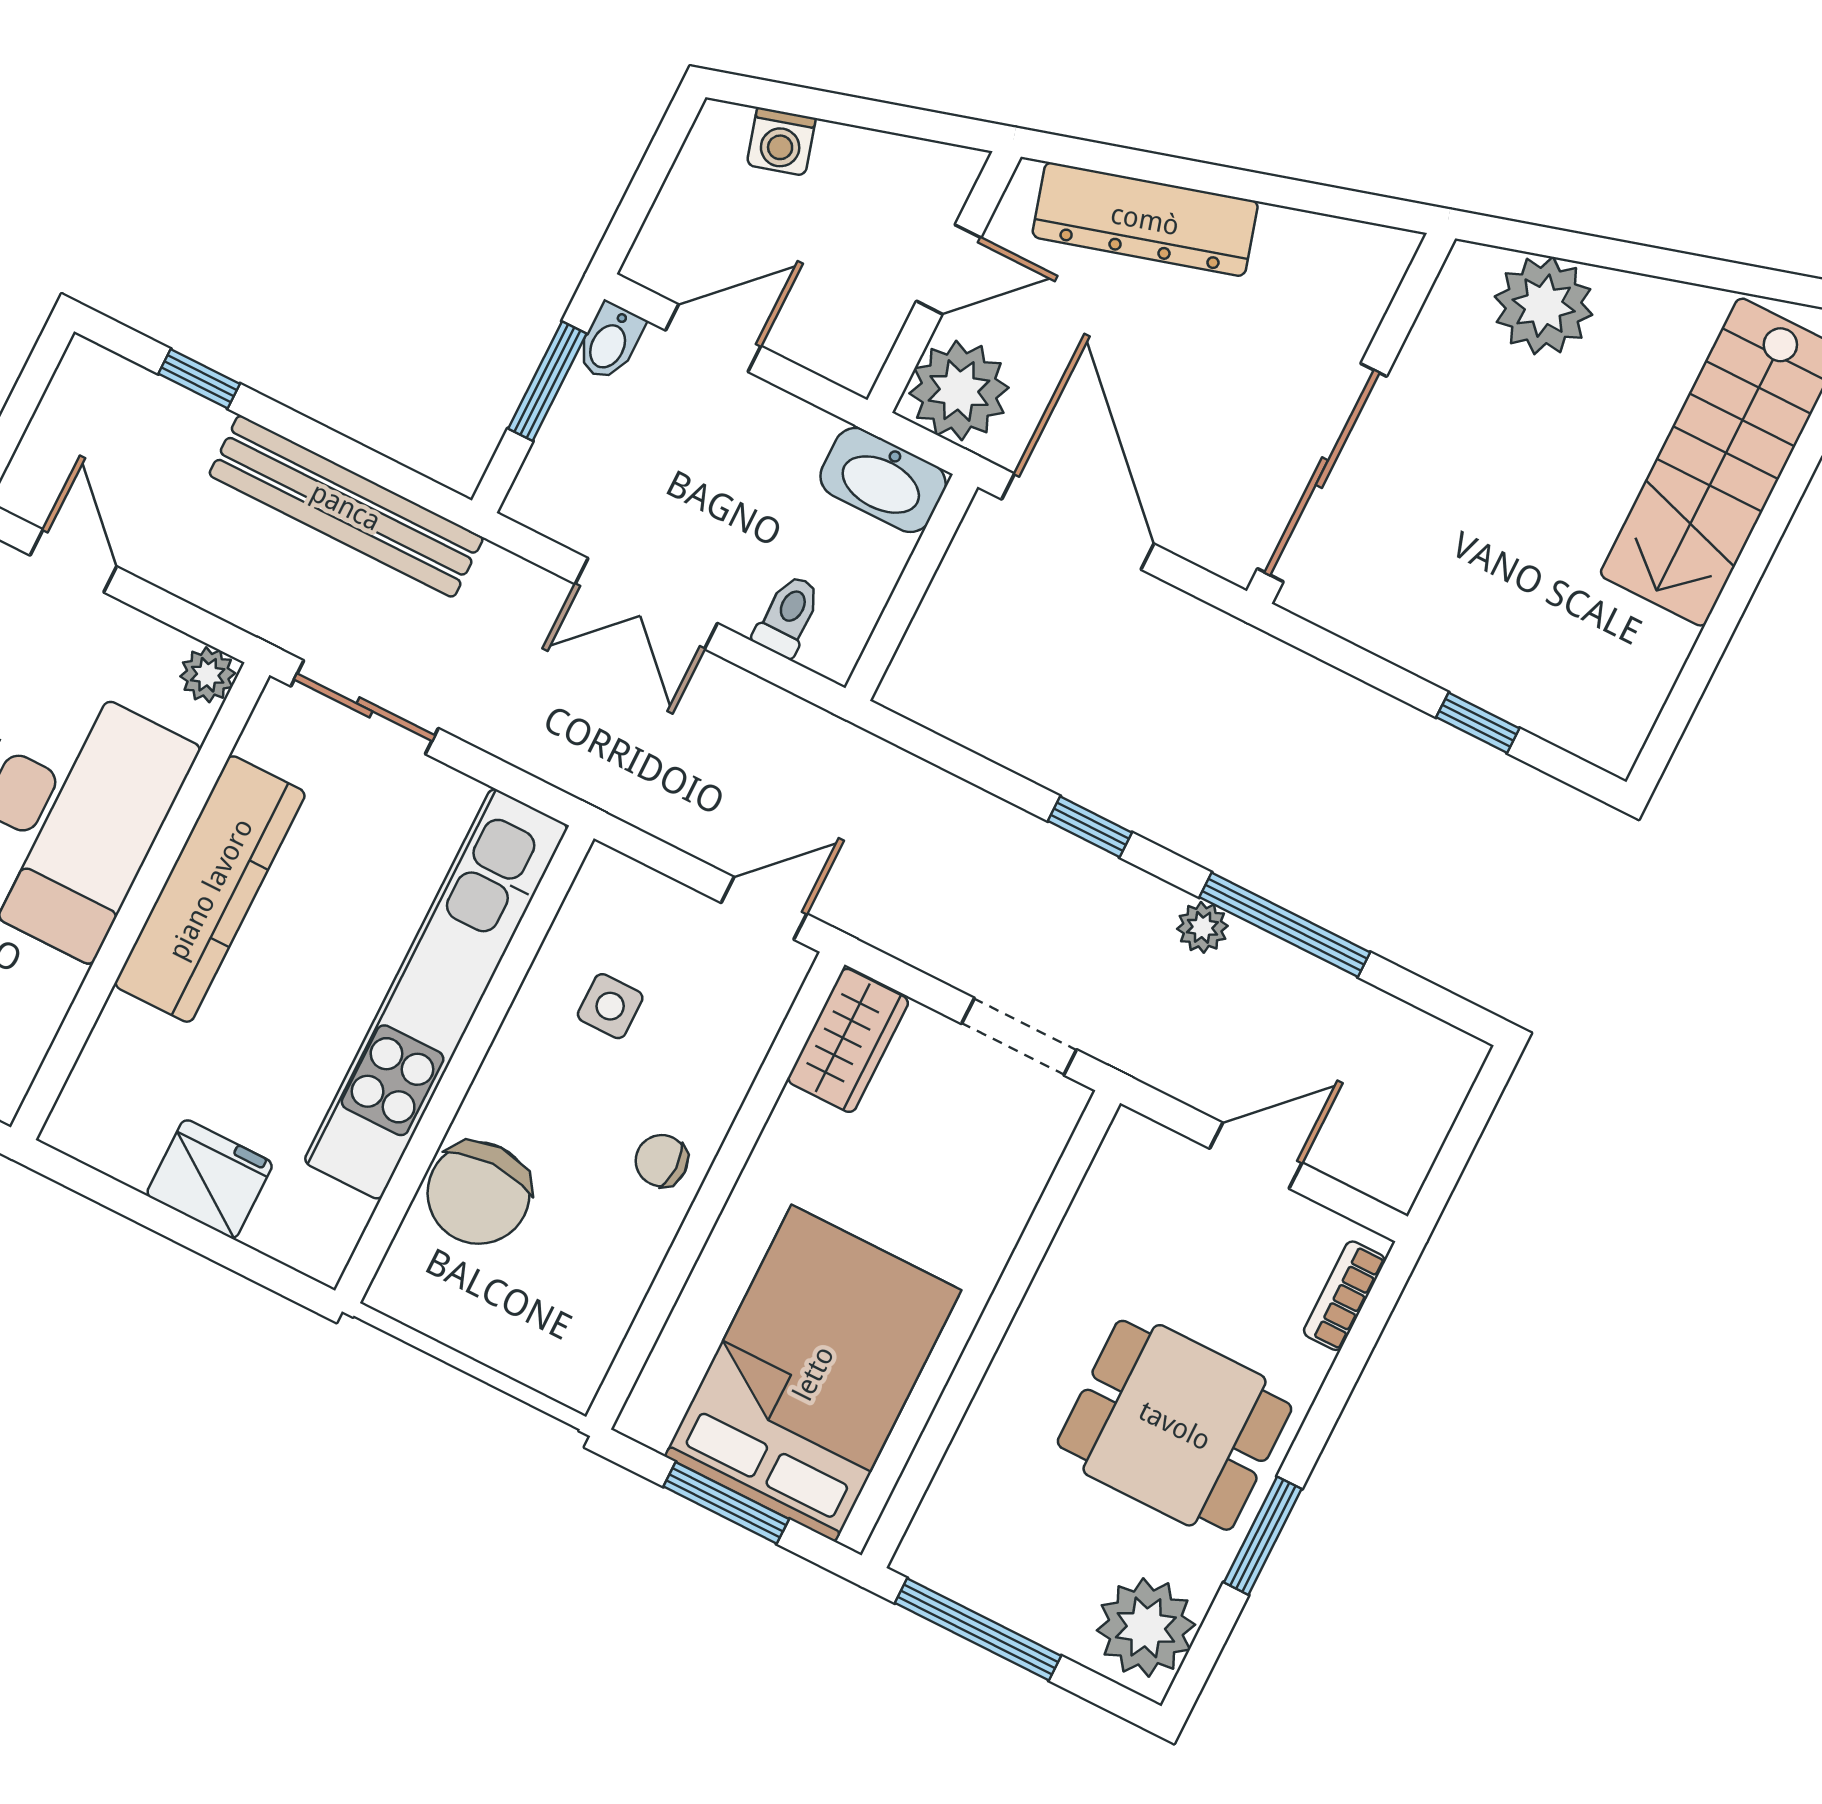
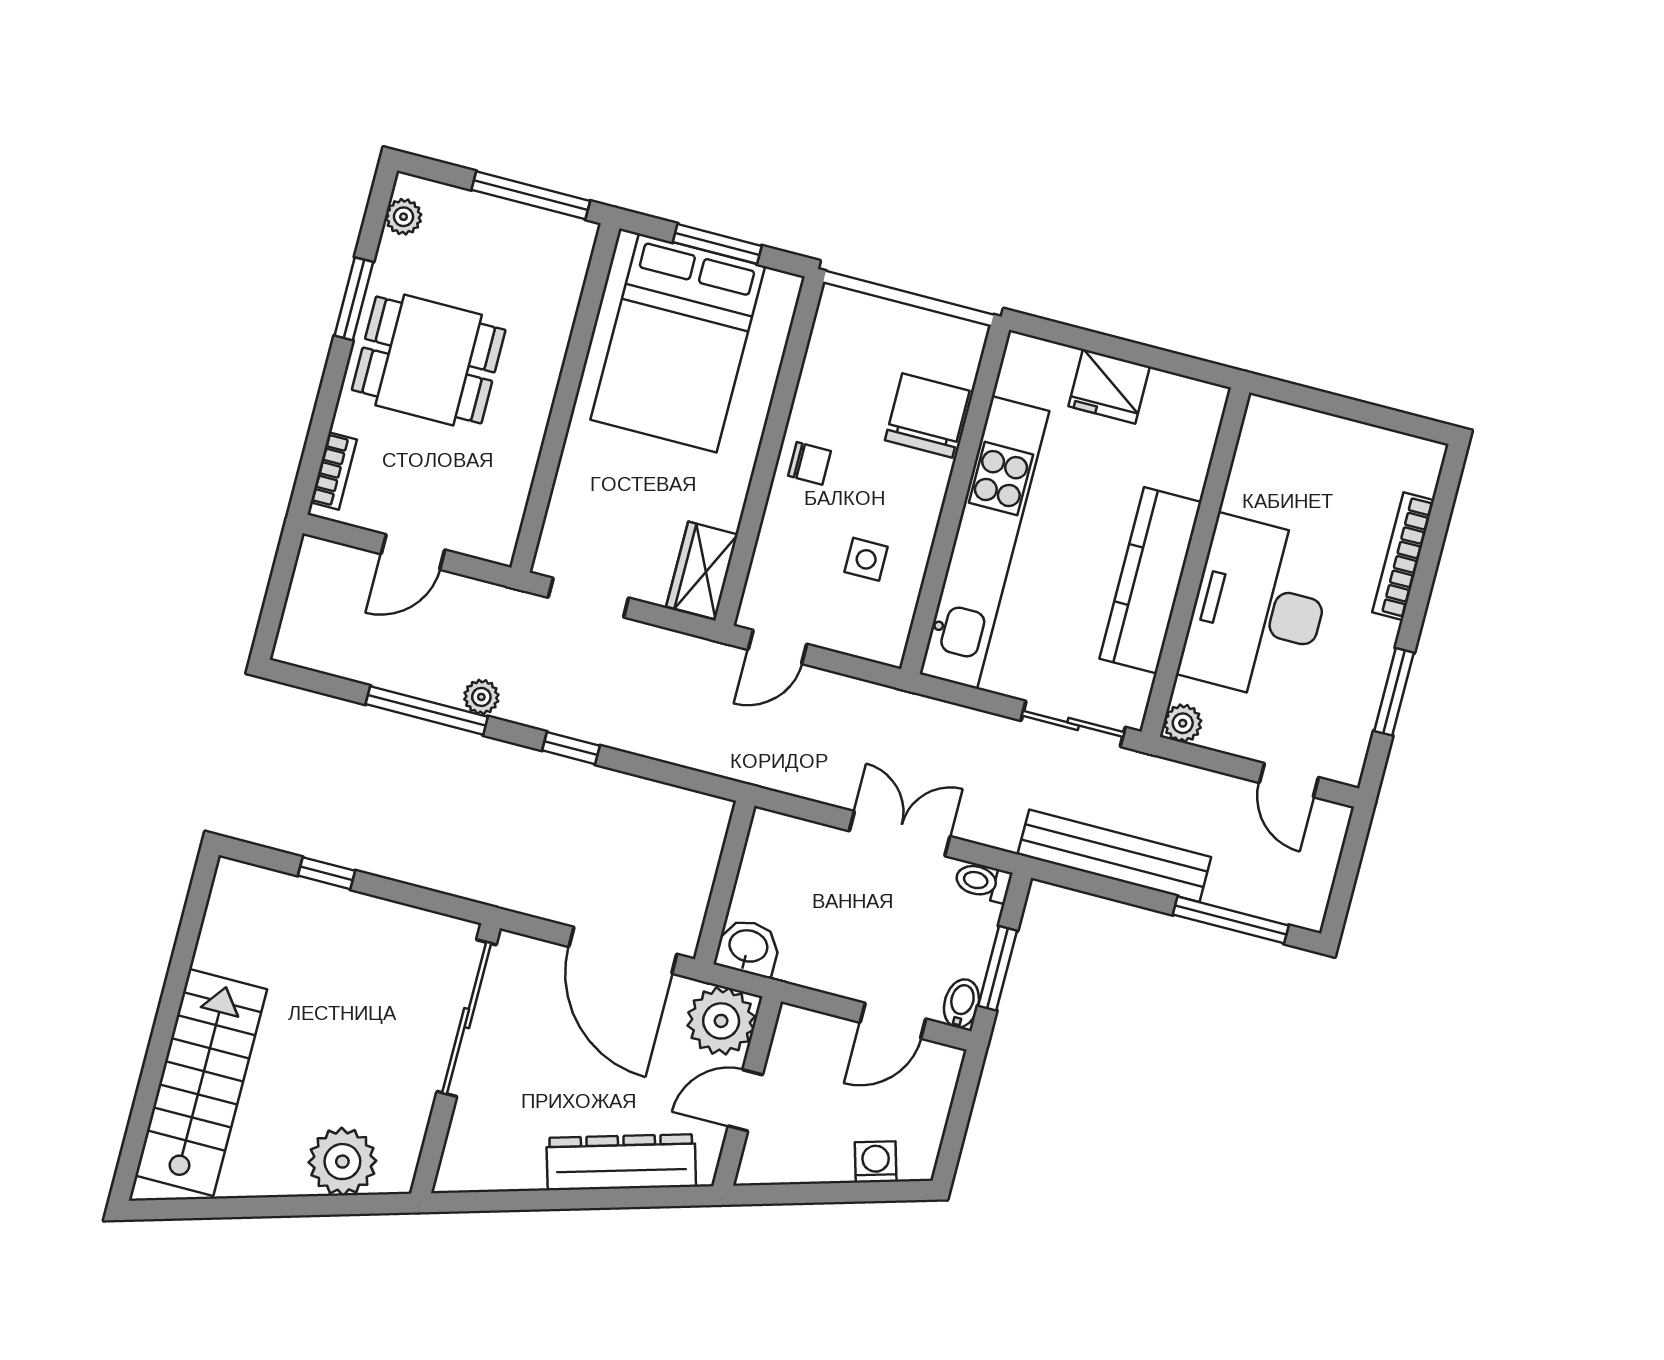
window: (199, 379) -> (1231, 920), width x2.17
washbasin: (883, 480) -> (748, 947), width x0.72
toilet: (788, 616) -> (983, 882), moved, turned 90
plant: (1146, 1627) -> (404, 217), width x0.53, depth x0.53

